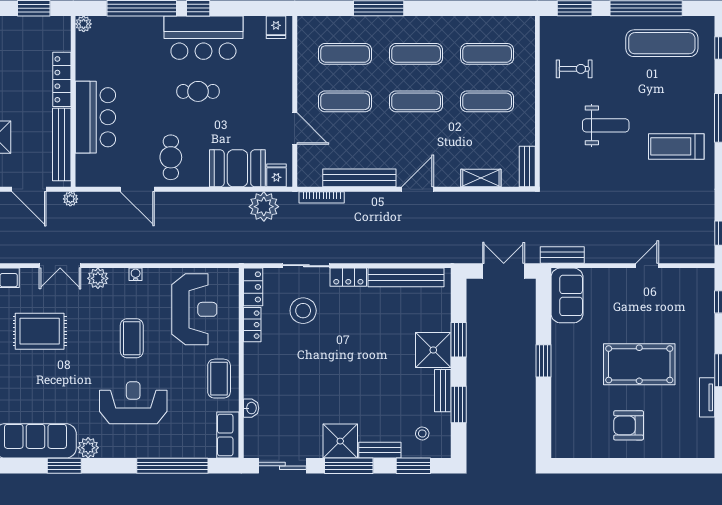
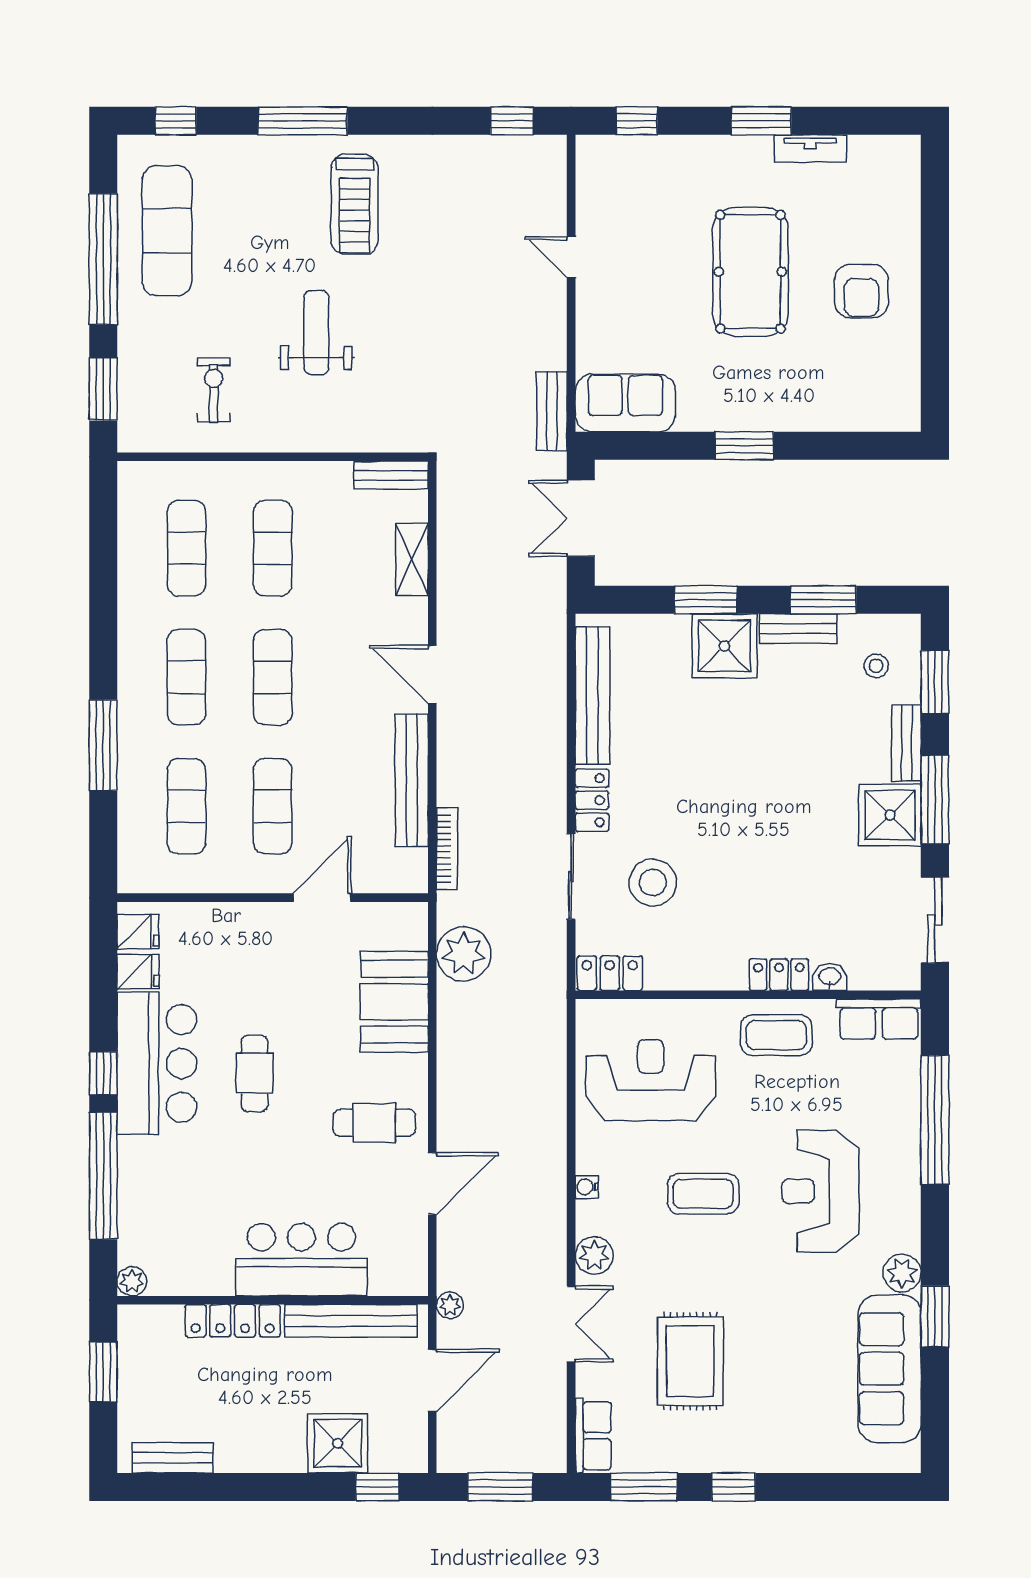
fridge: (276, 175) -> (138, 972), moved, turned 180
locker: (252, 325) -> (779, 975), moved

